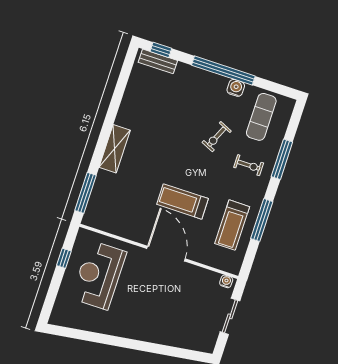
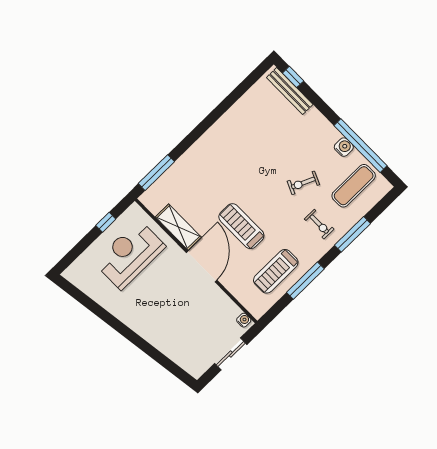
bench: (158, 61) -> (290, 91), width x1.36
window: (223, 71) -> (361, 146), moved
shelving: (115, 149) -> (178, 227), moved, turned 90

